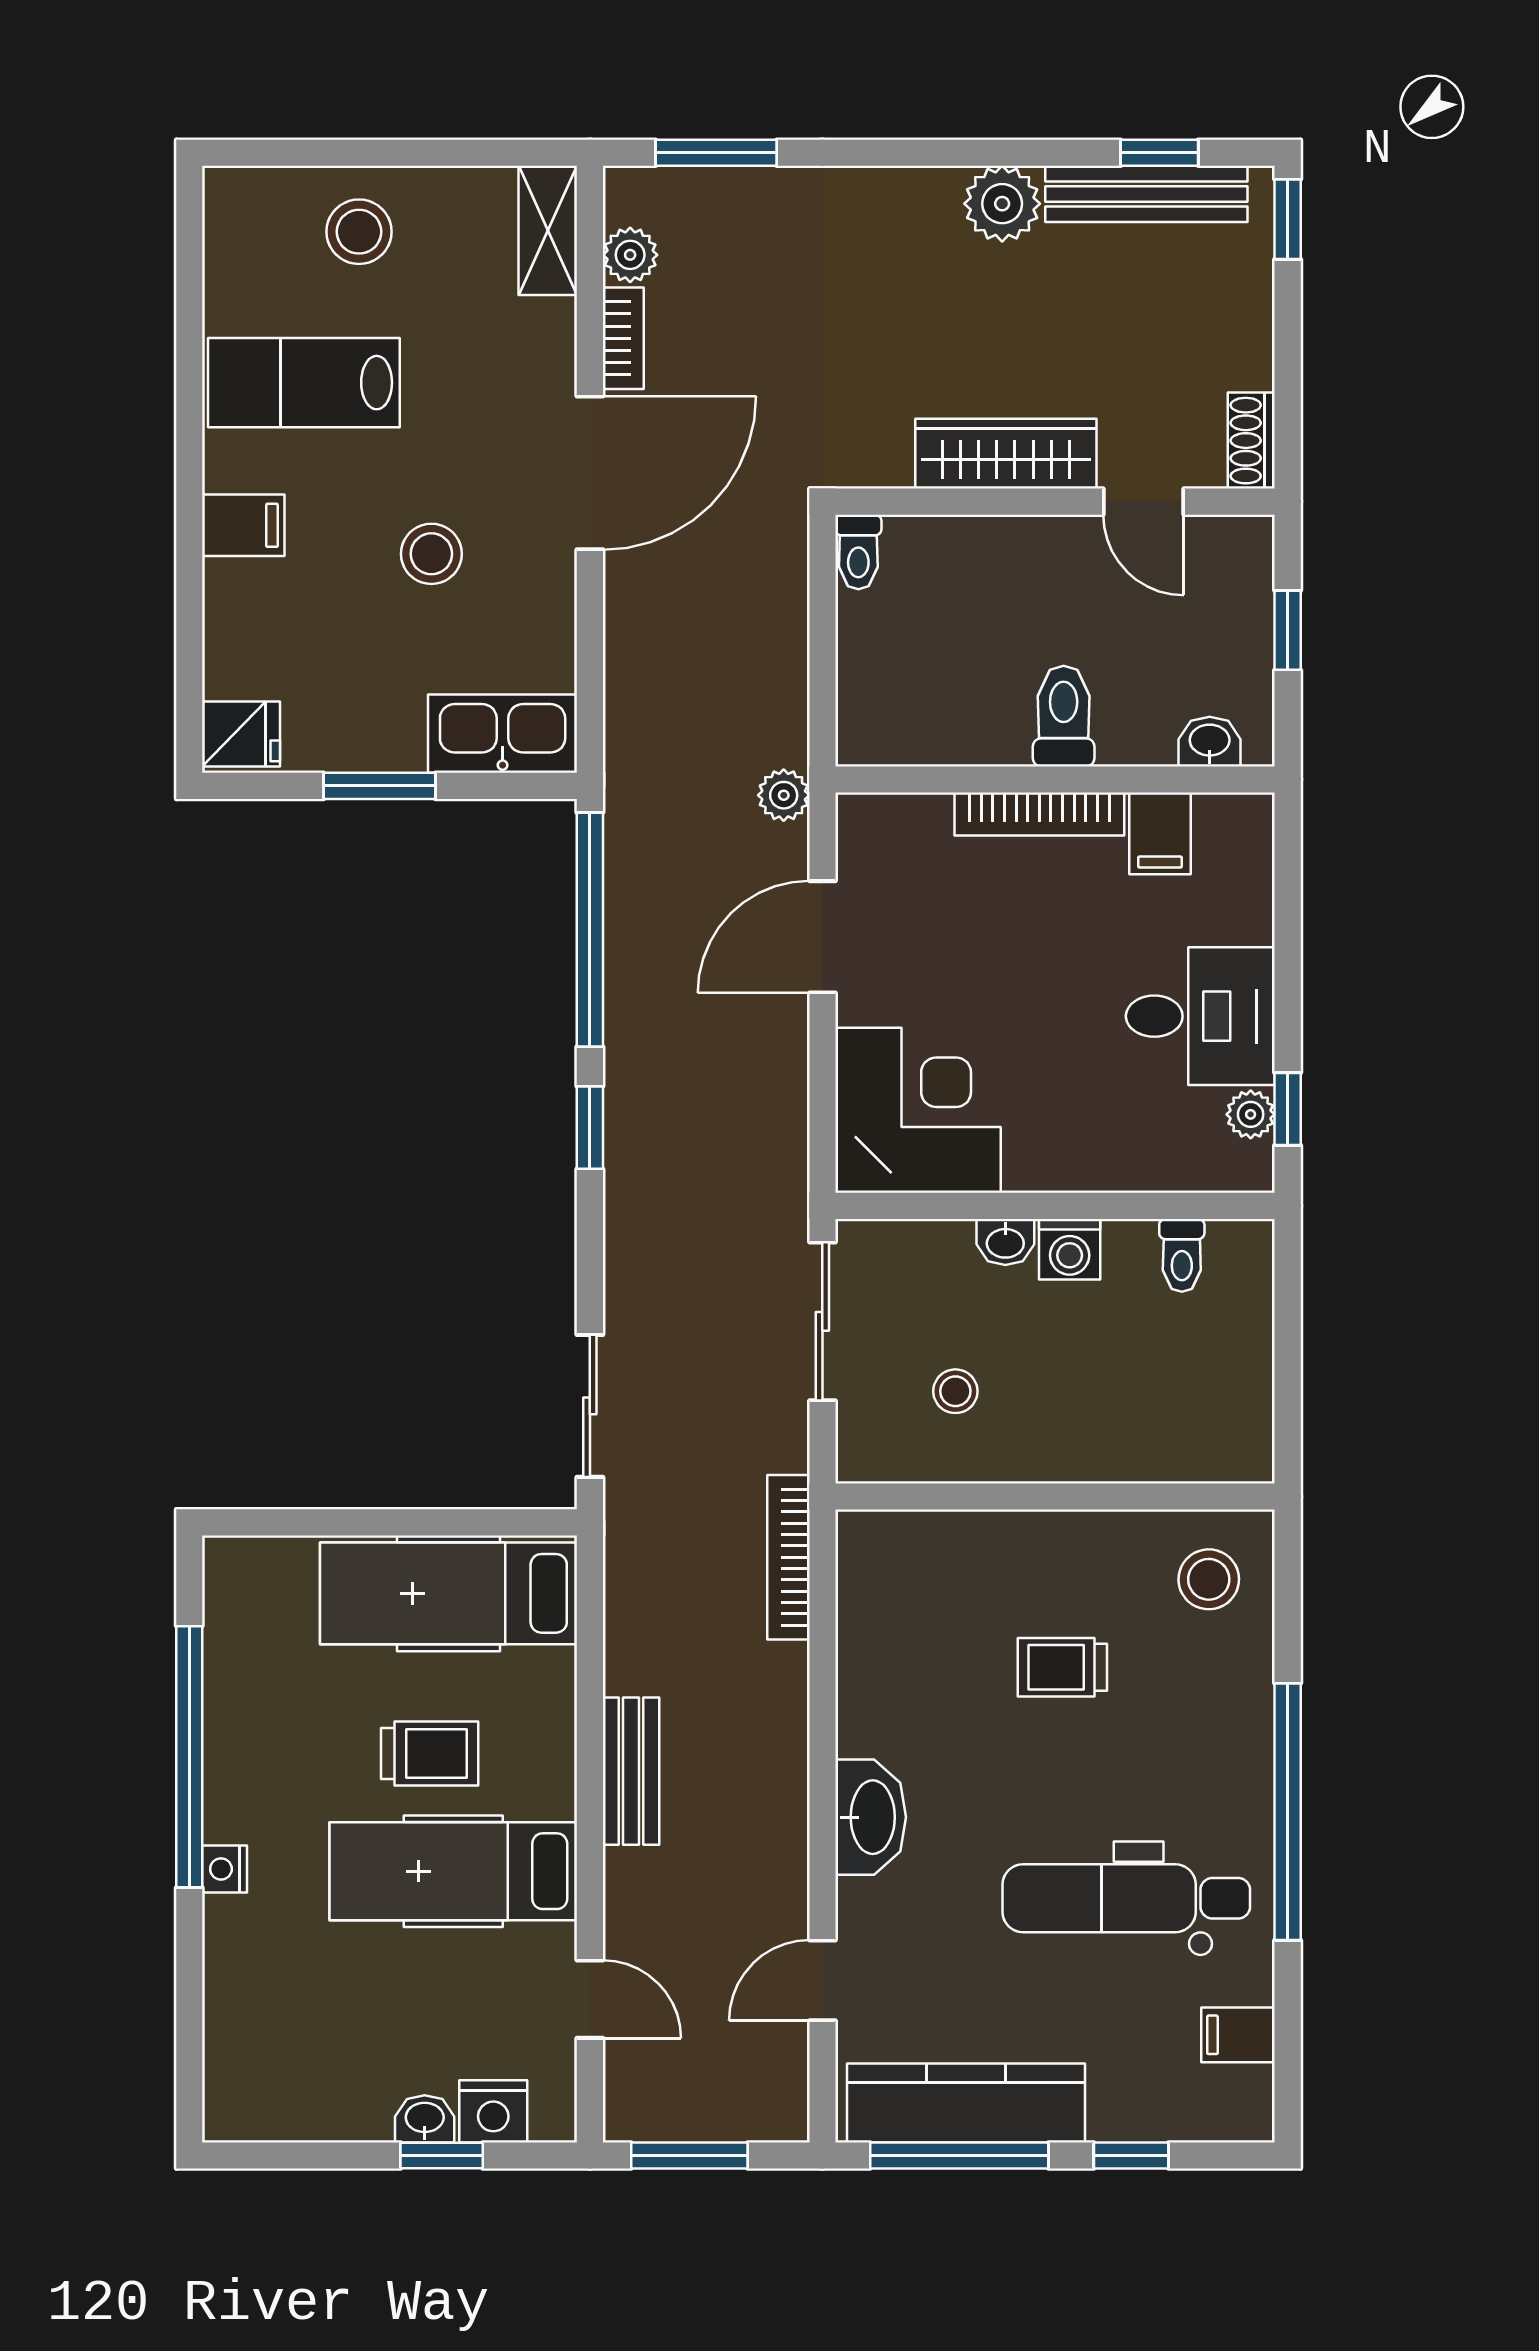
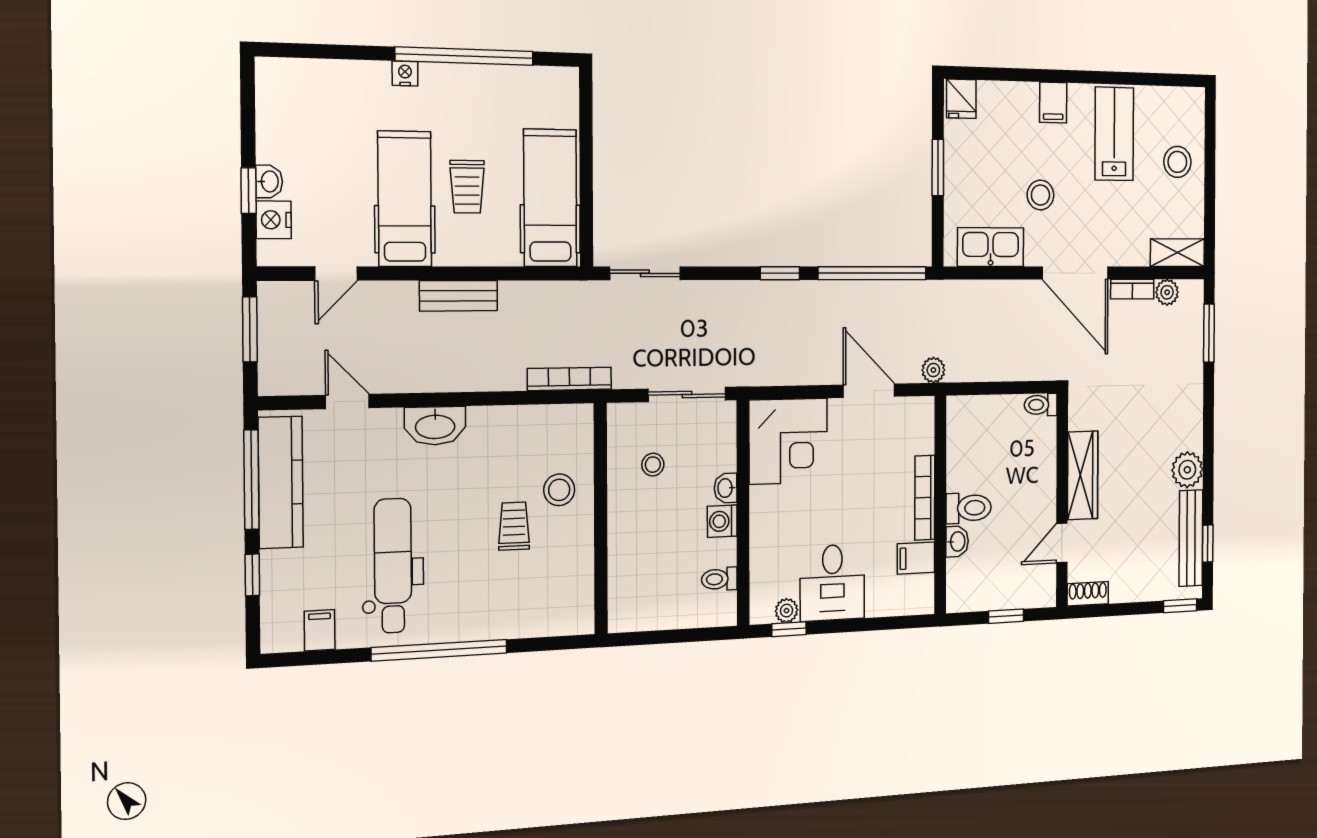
kitchen sink: (503, 734) -> (991, 247), moved, turned -90
washbasin: (1210, 742) -> (957, 541), moved
stool: (1209, 1579) -> (559, 490), moved

